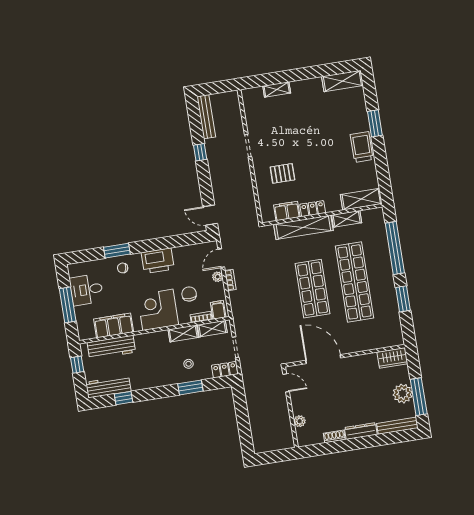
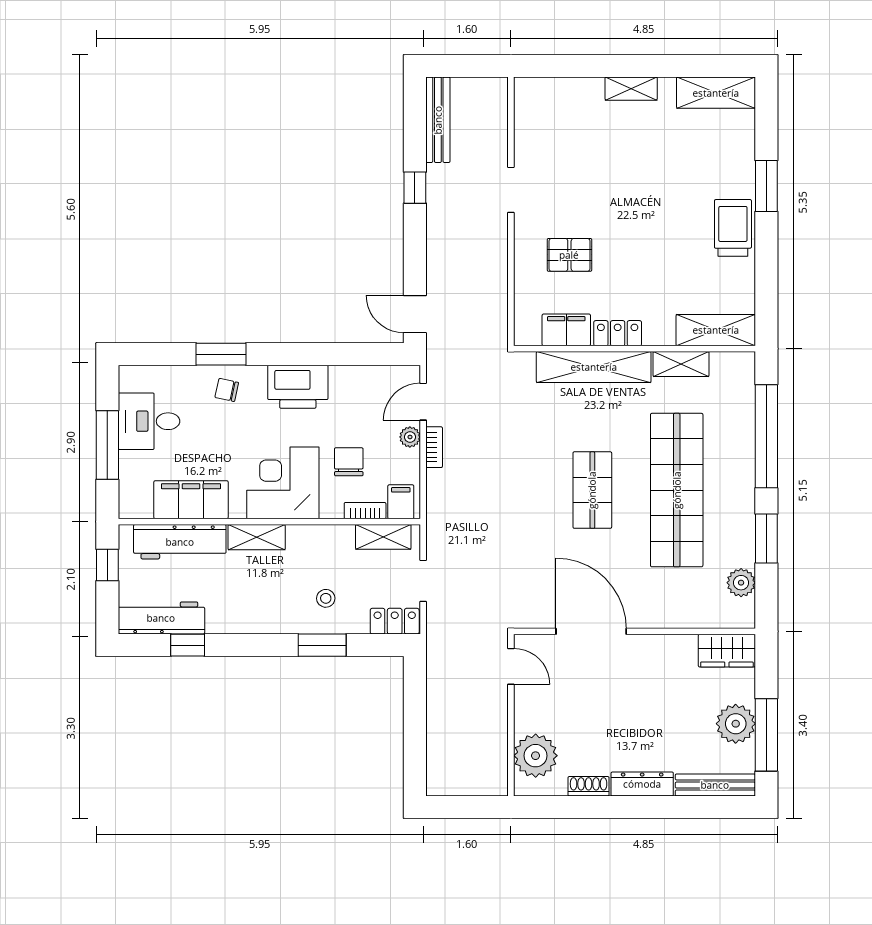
shelving: (277, 89) -> (631, 89), moved
shop shelf: (313, 289) -> (592, 490), width x0.70, depth x0.74
plant: (394, 323) -> (741, 583), added
shelving: (183, 333) -> (257, 537), moved
plant: (300, 421) -> (536, 756), width x1.88, depth x1.88

